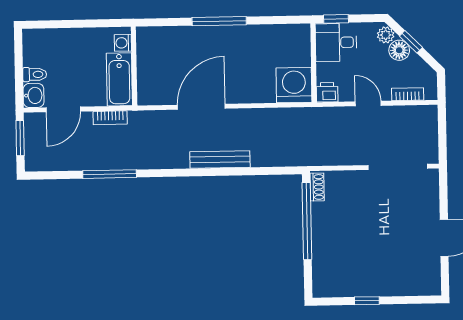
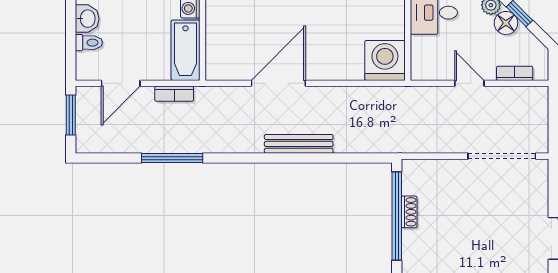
printer: (327, 92) -> (423, 69), removed
washbasin: (34, 95) -> (87, 19), moved
shoe rack: (317, 187) -> (409, 212), moved

